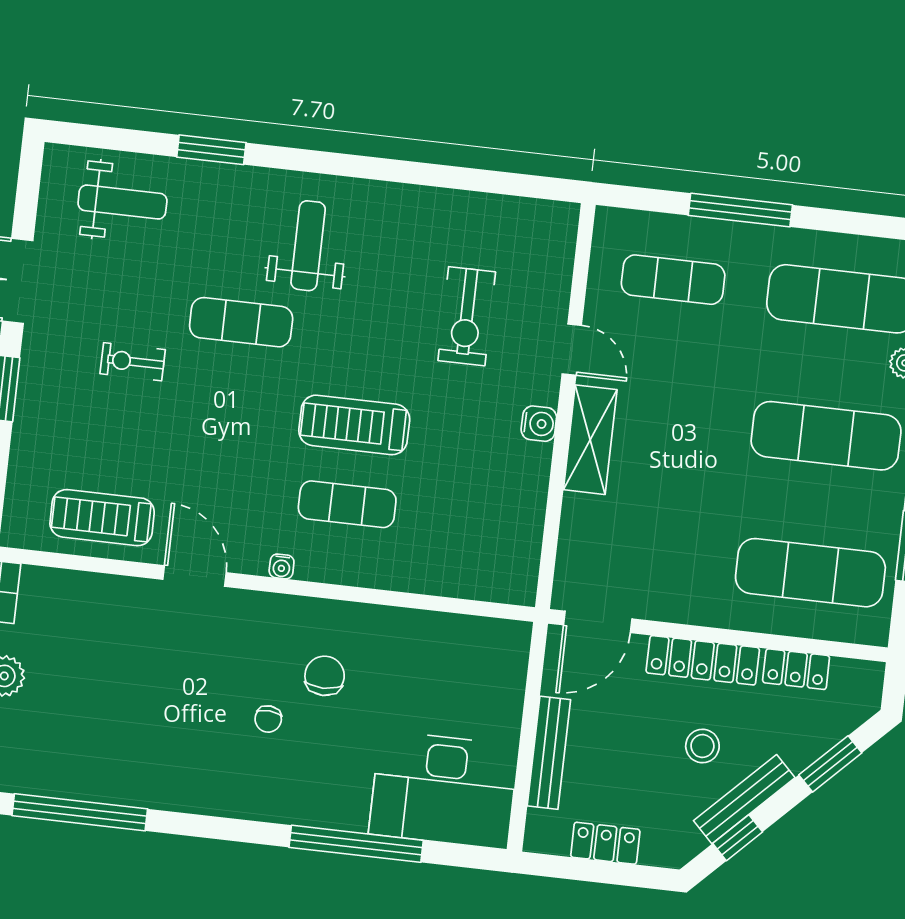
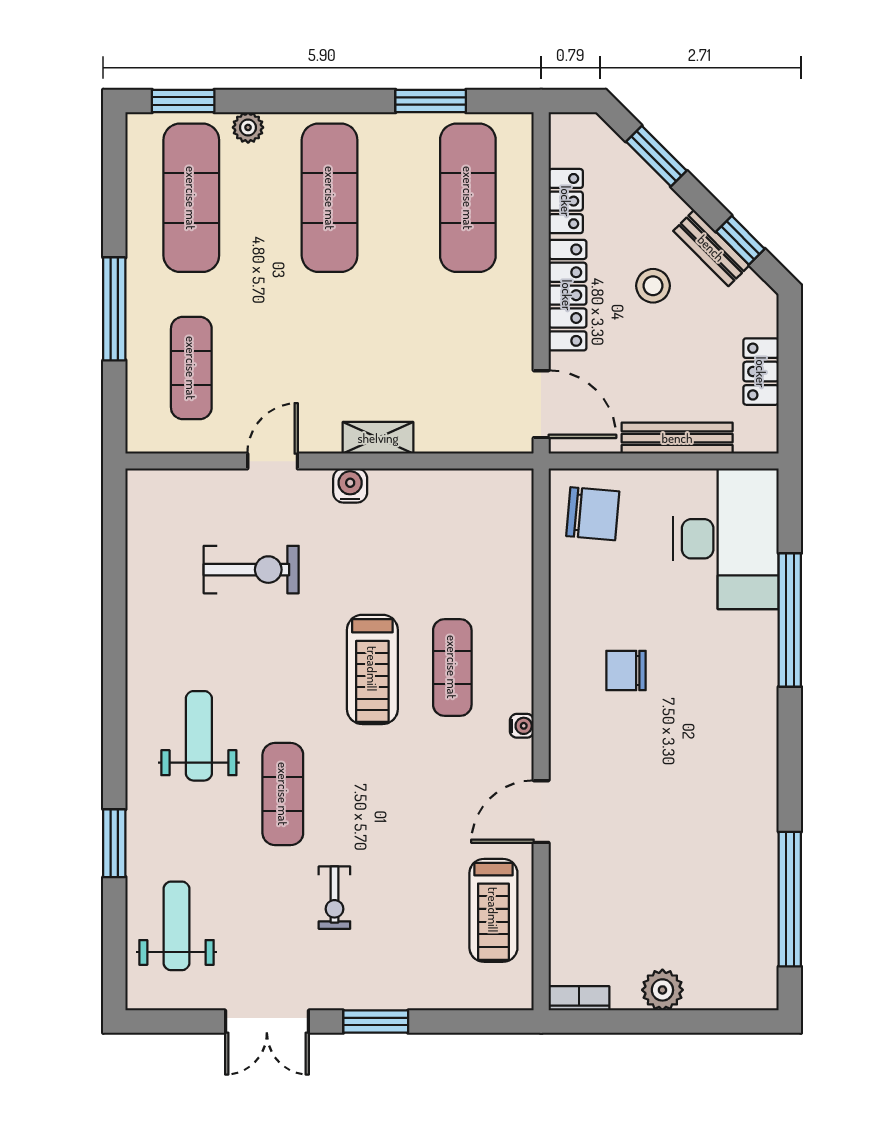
weight bench: (308, 246) -> (199, 736), turned 90
shelving: (590, 440) -> (378, 438), width x0.67, depth x0.75
chair: (268, 719) -> (593, 514), moved, width x1.87, depth x1.87
bench: (744, 799) -> (711, 248), width x0.73

